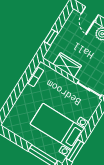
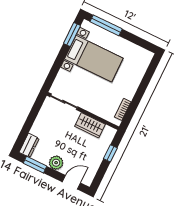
door: (90, 14) -> (71, 182), hinge flipped

